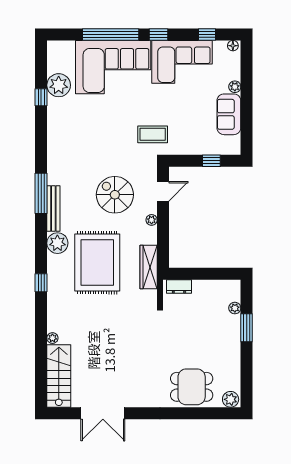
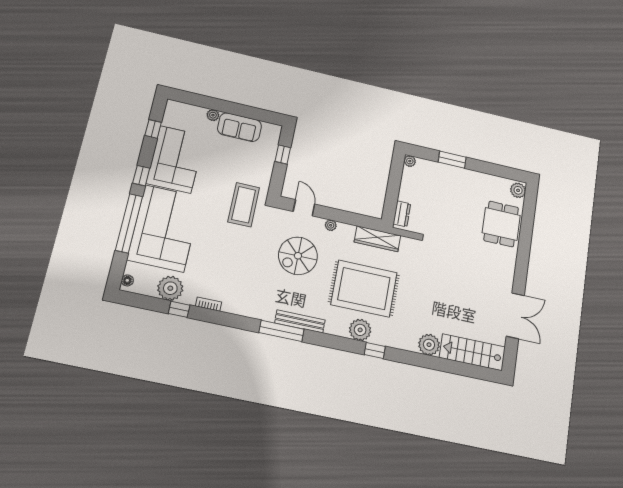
floor lamp: (233, 46) -> (127, 280), moved
bookcase: (52, 122) -> (209, 304), added
coffee table: (153, 134) -> (244, 205), width x1.36, depth x1.32
plant: (57, 243) -> (360, 330), moved
plant: (235, 308) -> (410, 161), moved
plant: (52, 338) -> (429, 345), width x1.88, depth x1.88

